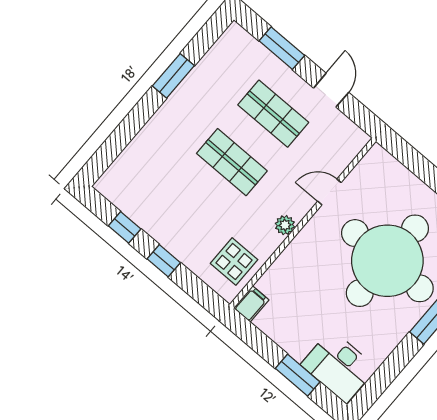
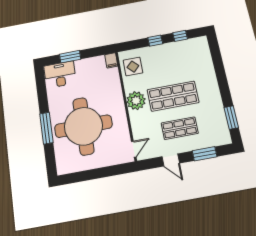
window: (173, 76) -> (231, 118), moved
shop shelf: (232, 162) -> (173, 96), width x1.43, depth x1.36
door: (329, 192) -> (134, 149), moved
plant: (285, 225) -> (136, 101), width x1.88, depth x1.88

